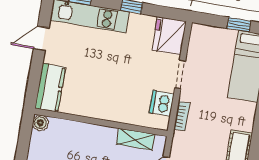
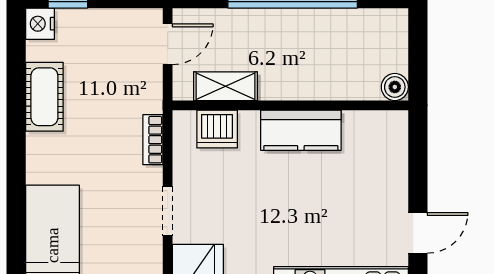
kitchen counter: (50, 88) -> (301, 130), moved, turned -90
dishwasher: (162, 103) -> (217, 129), moved, turned 90

